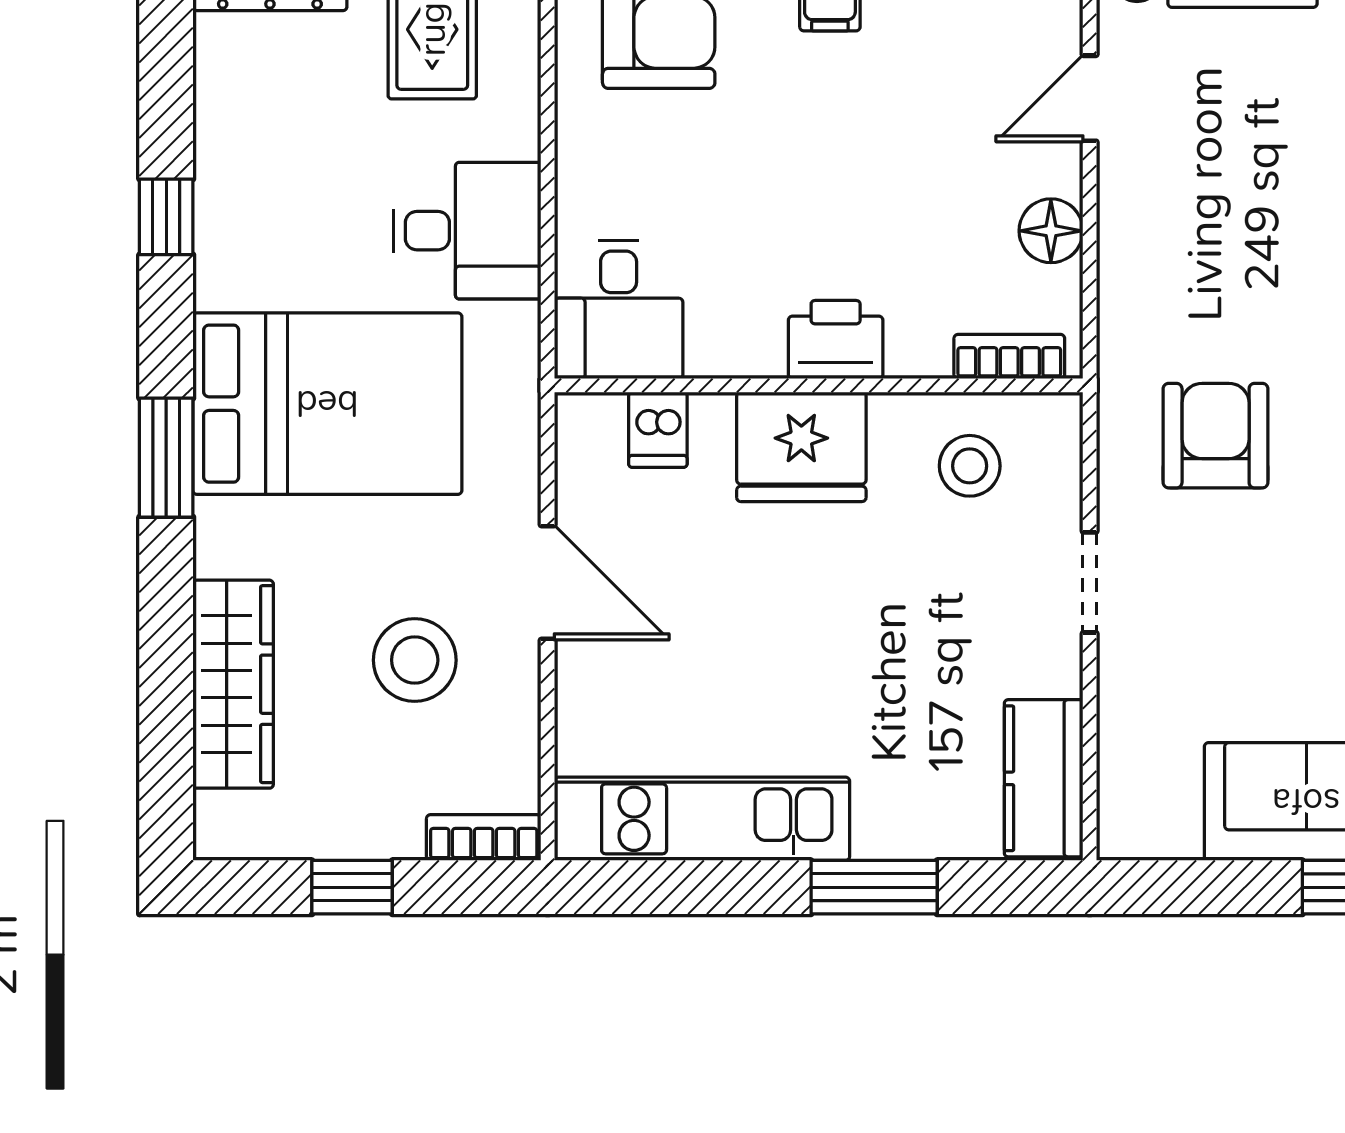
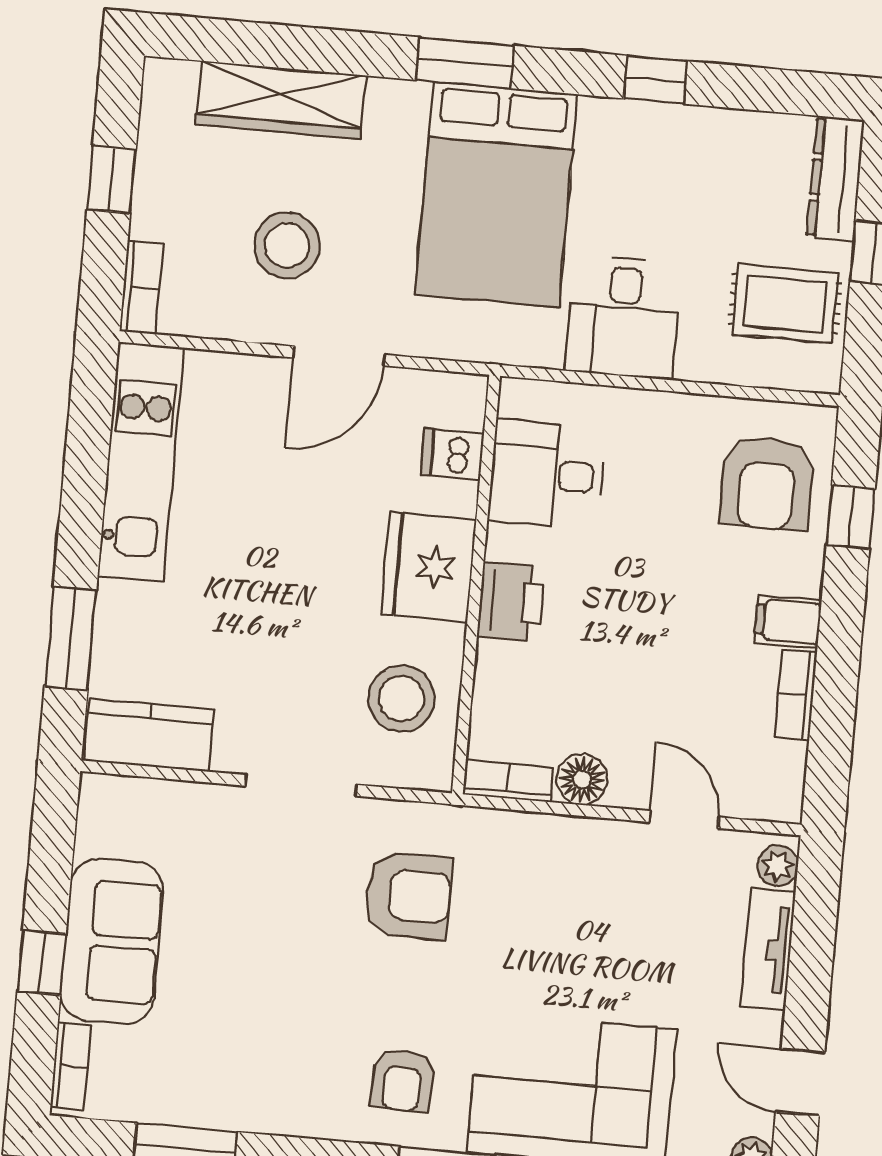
desk: (619, 309) -> (546, 474), moved
bookcase: (1009, 357) -> (508, 781), moved, turned -90
stool: (970, 466) -> (402, 699), width x1.38, depth x1.38
doorway: (1090, 582) -> (301, 785), width x1.38
window: (874, 887) -> (71, 638), moved

